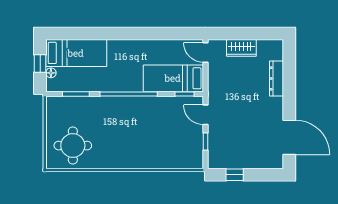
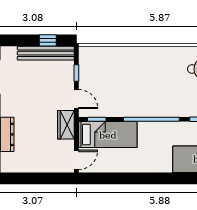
wardrobe: (241, 48) -> (66, 125), moved, turned -90
door: (205, 52) -> (76, 160), hinge flipped
bench: (237, 162) -> (46, 53), added

